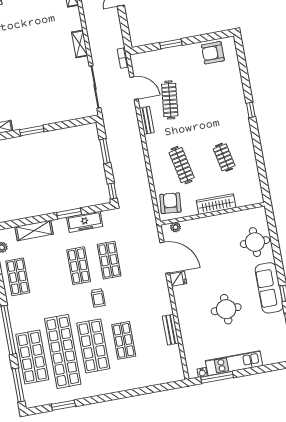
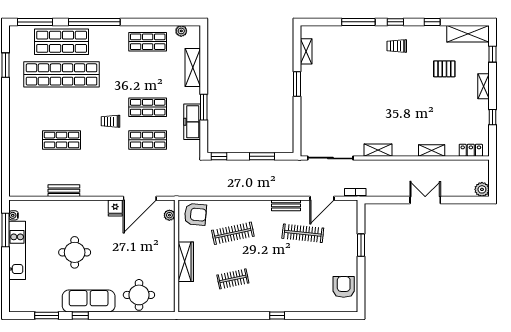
shop shelf: (93, 346) -> (62, 107), removed

